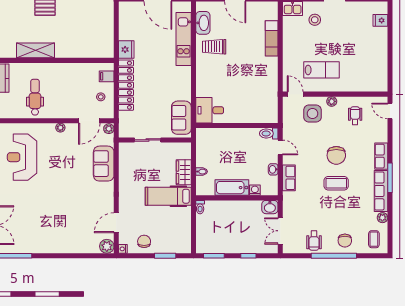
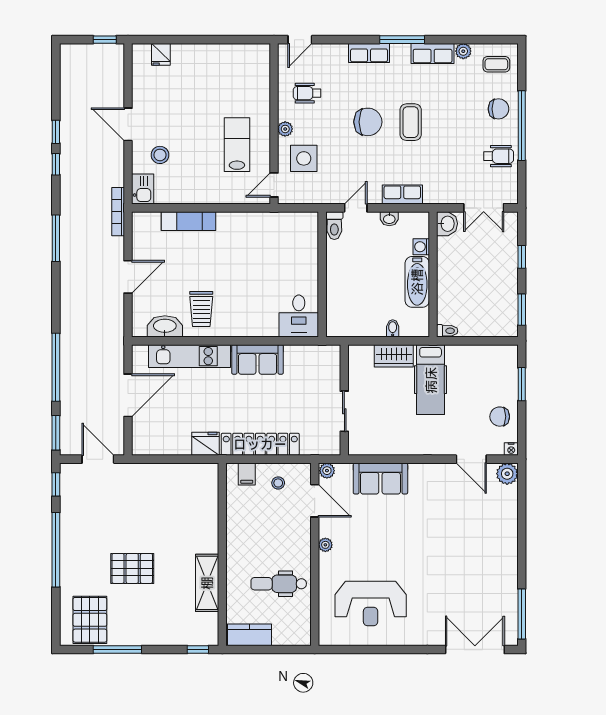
sofa: (181, 118) -> (257, 359), moved
row of seats: (381, 191) -> (433, 54), width x0.68

